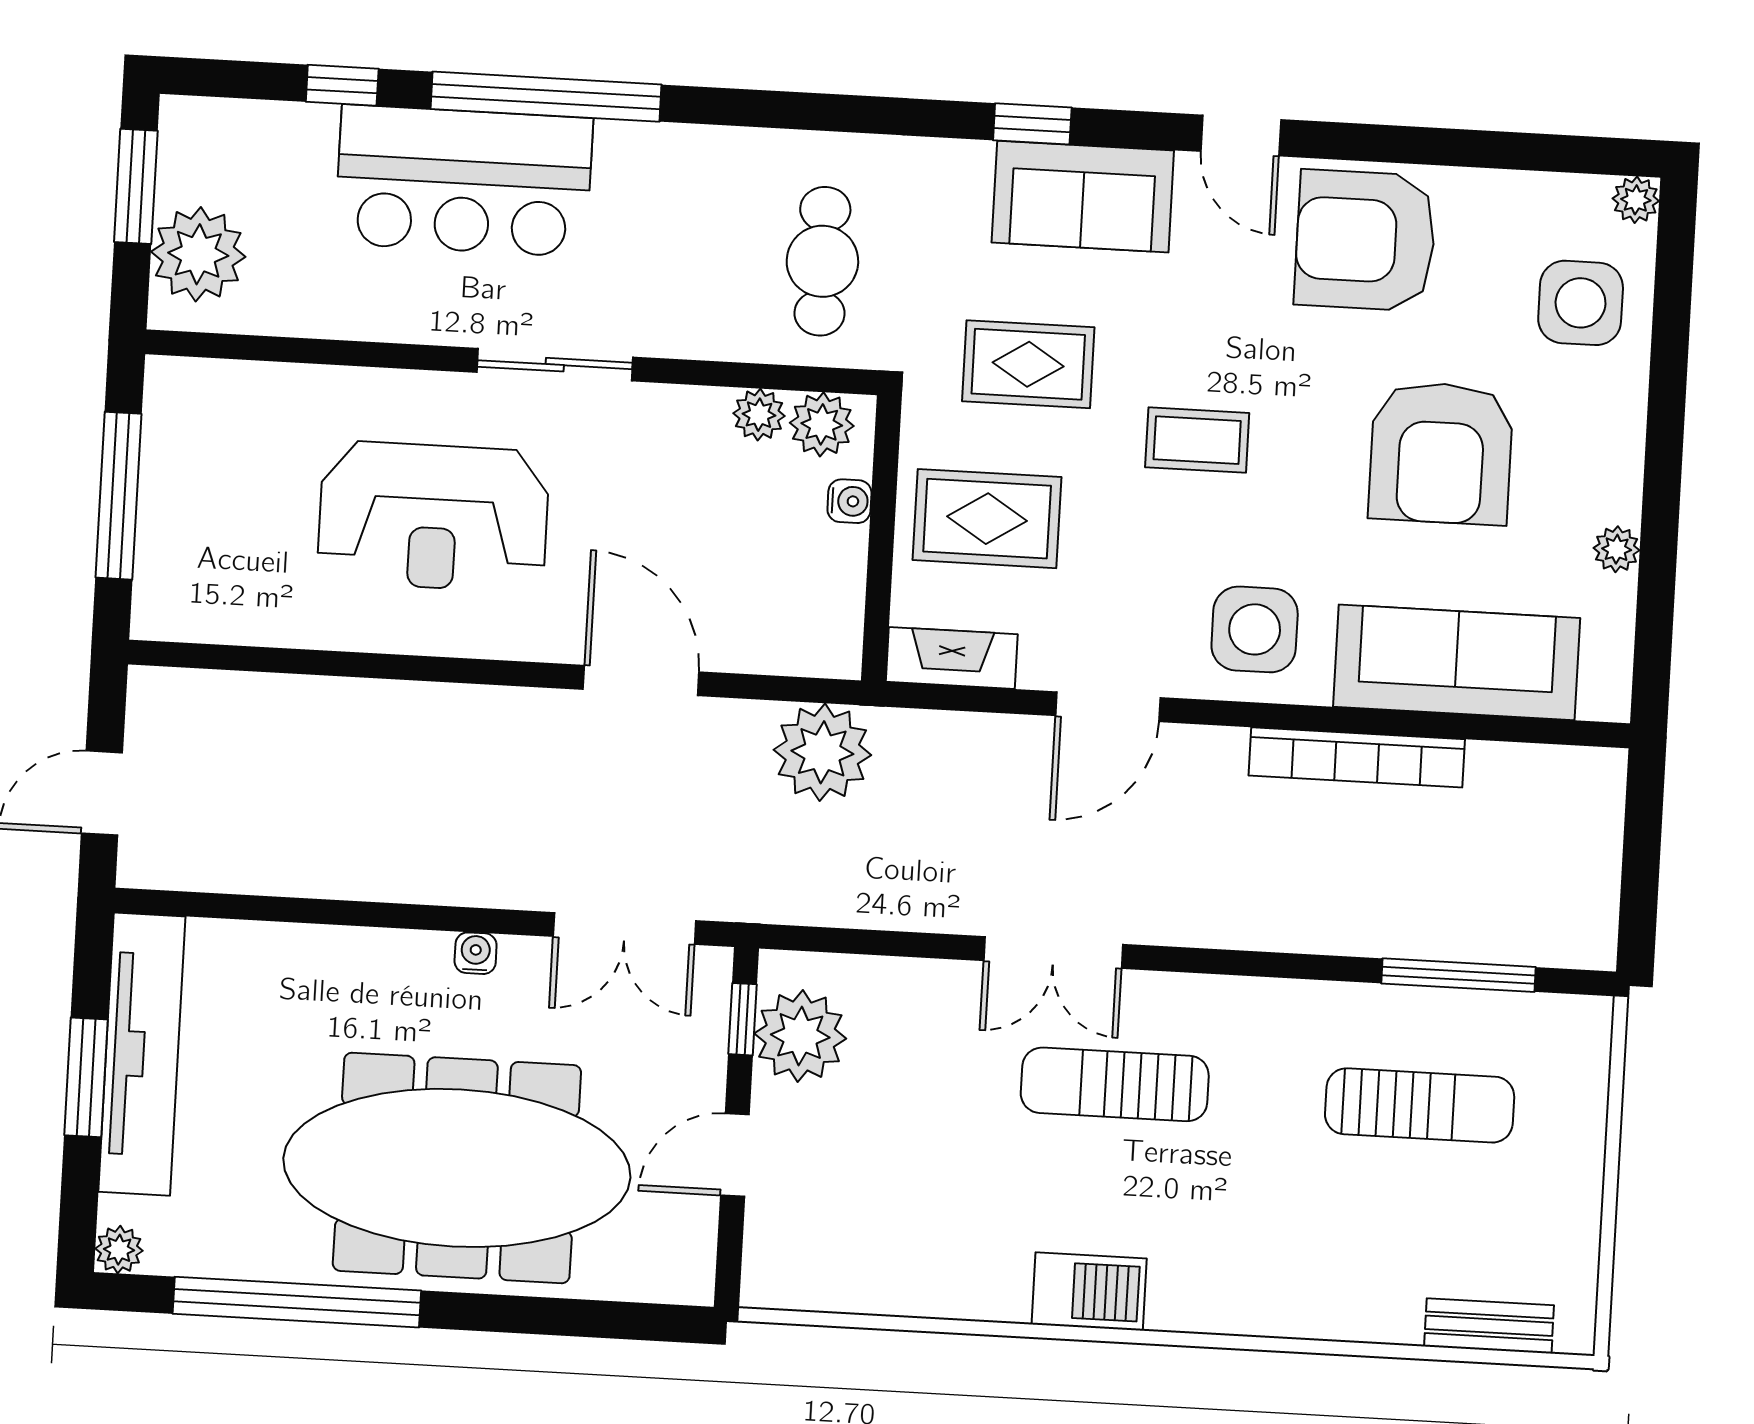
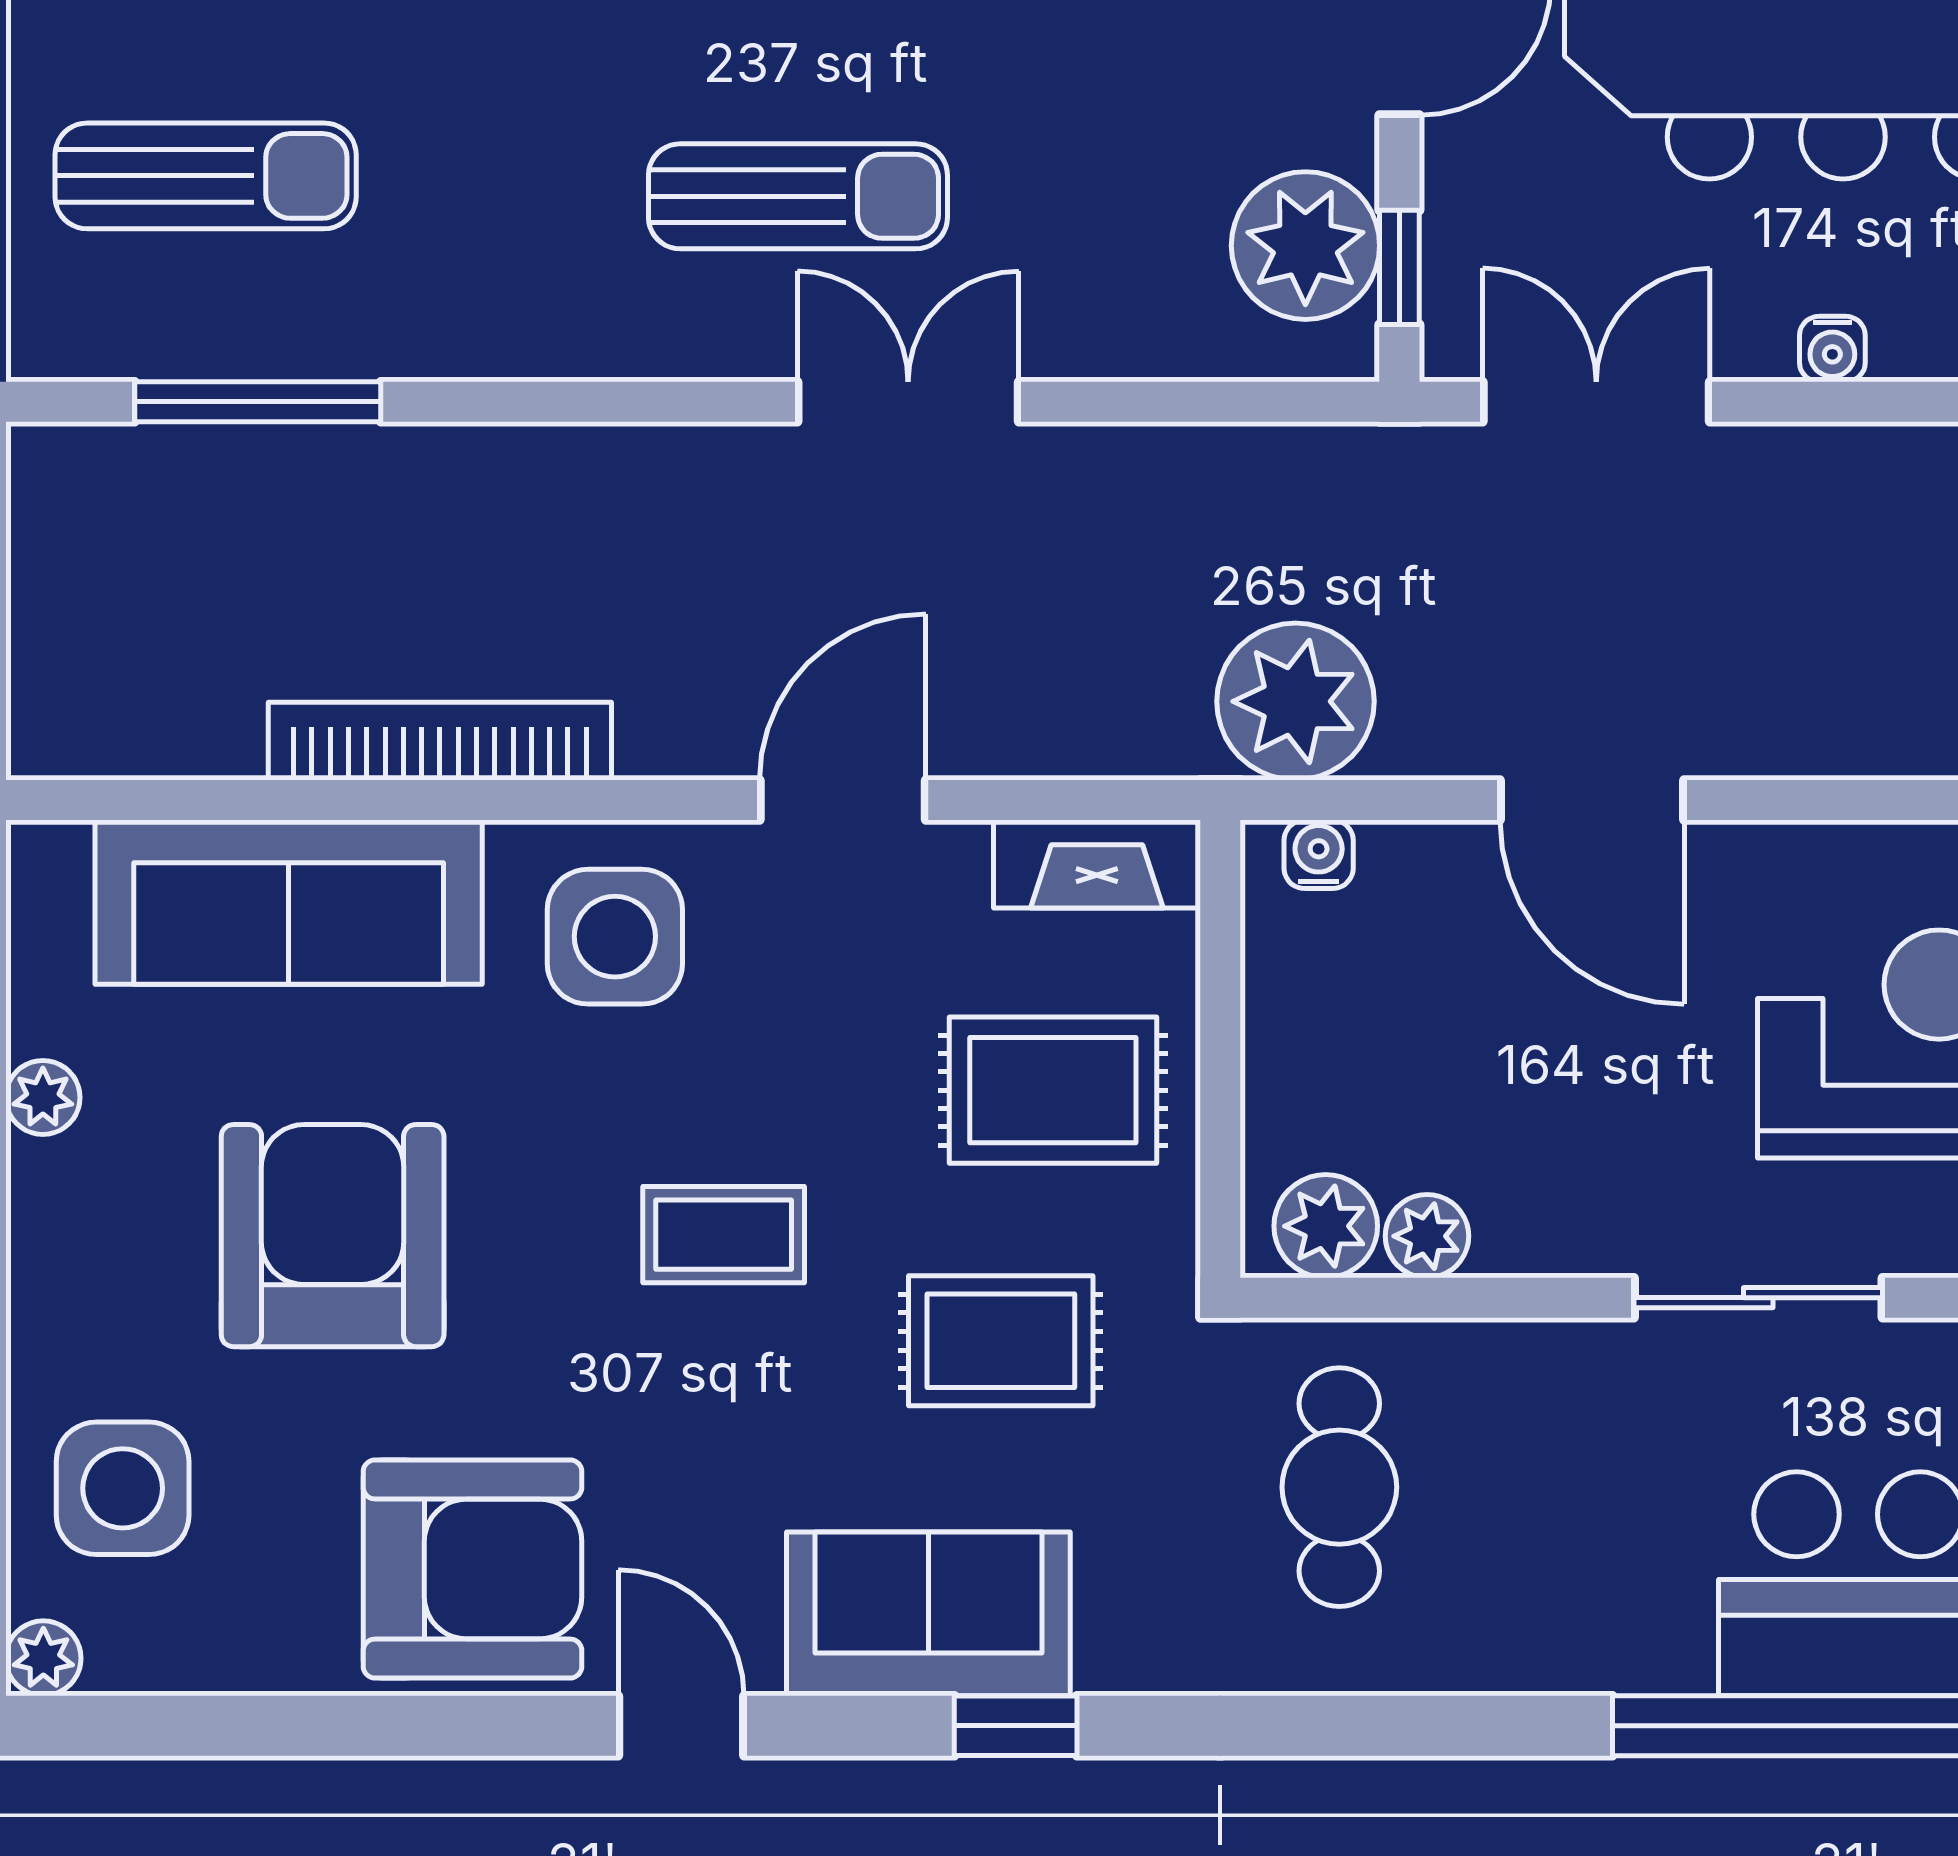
water cooler: (849, 501) -> (1319, 854), moved, turned 90
sun lounger: (1420, 1105) -> (206, 176), moved, turned 180

